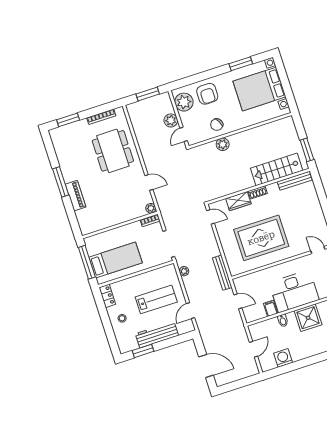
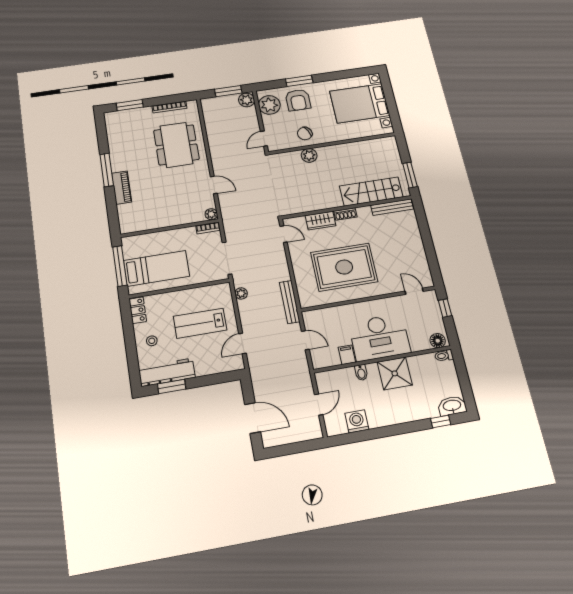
window: (241, 64) -> (299, 81), moved
plant: (171, 120) -> (247, 100), moved
lab bench: (156, 299) -> (200, 323), turned 180
workbench: (157, 335) -> (167, 372), moved

